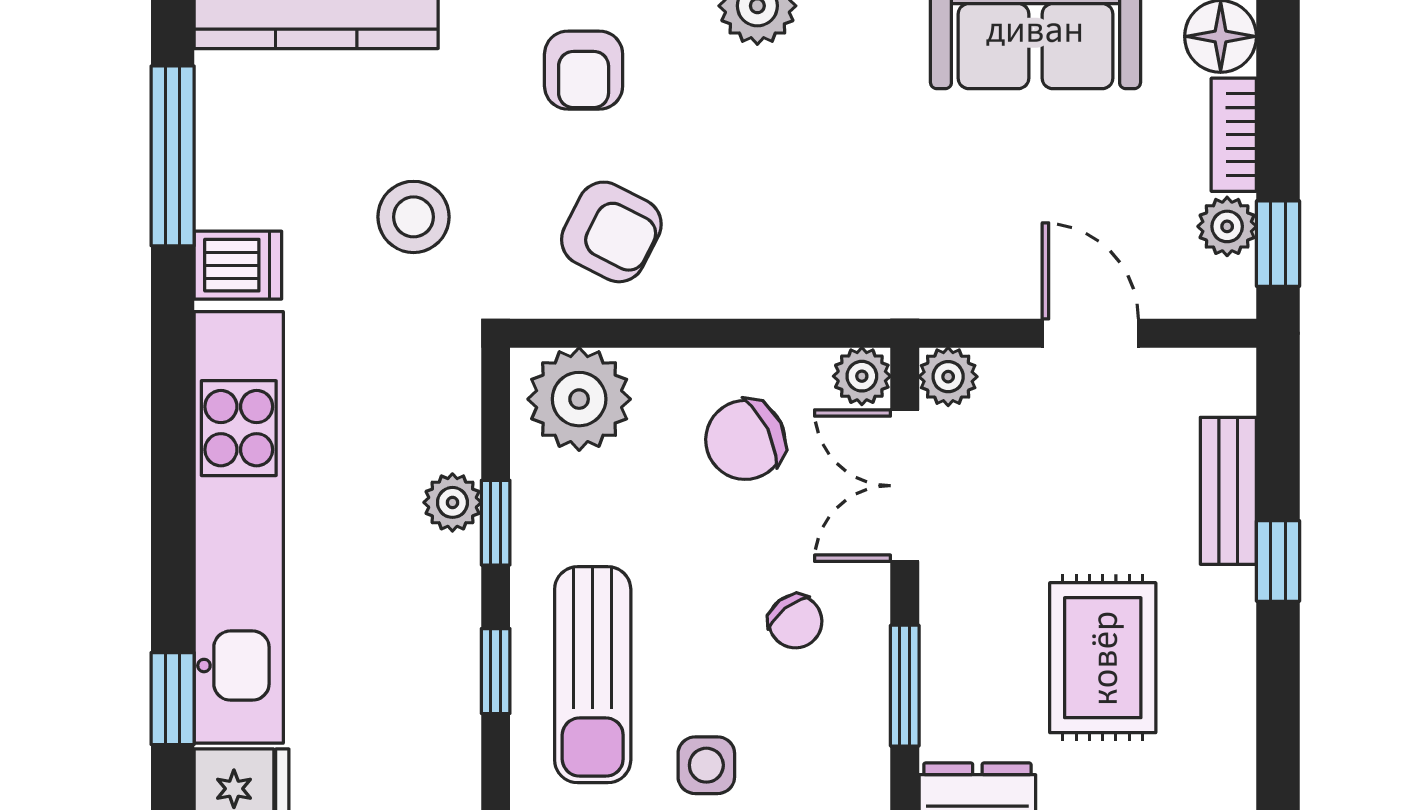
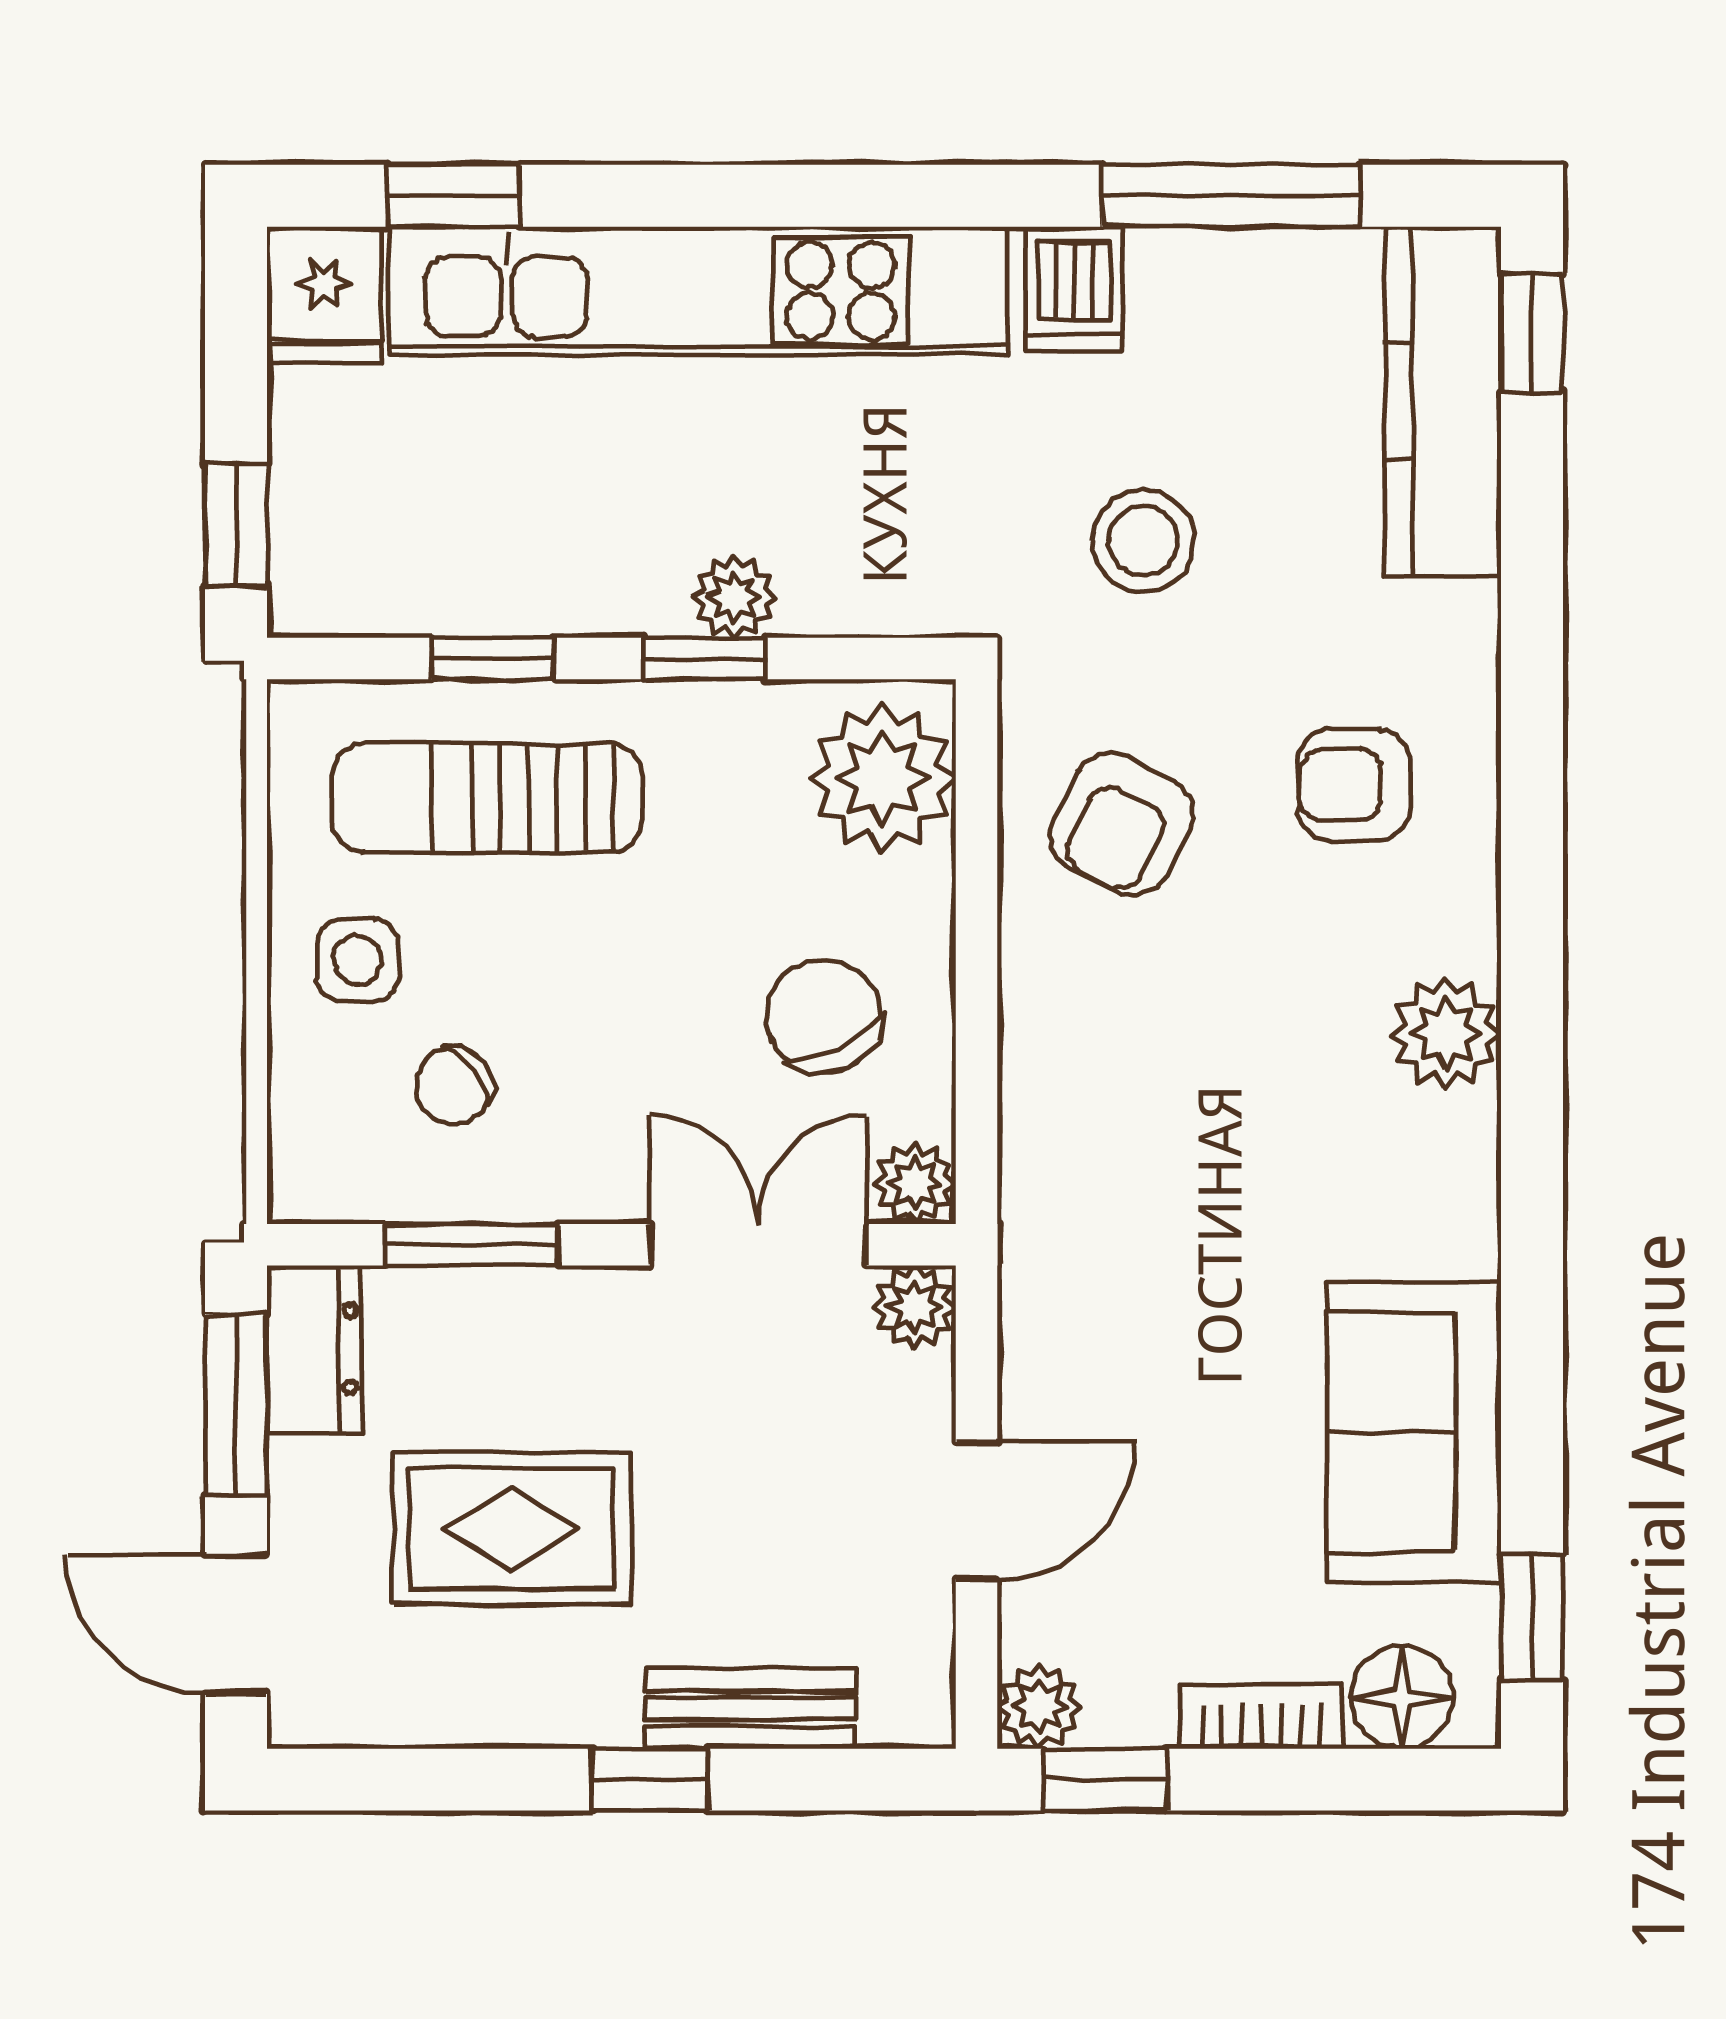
plant: (1227, 226) -> (1039, 1707), moved
chair: (795, 621) -> (454, 1086), moved

